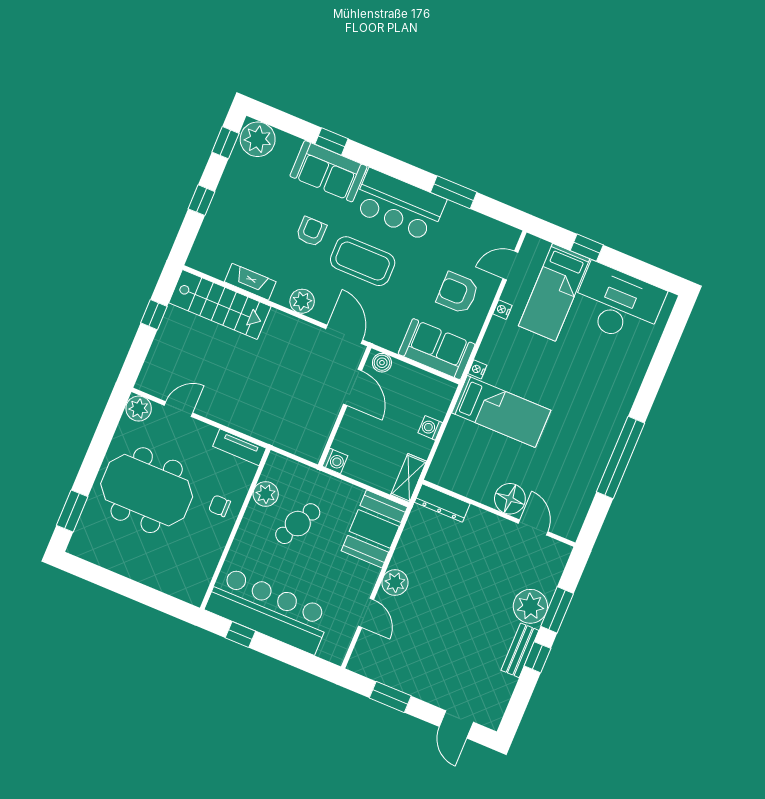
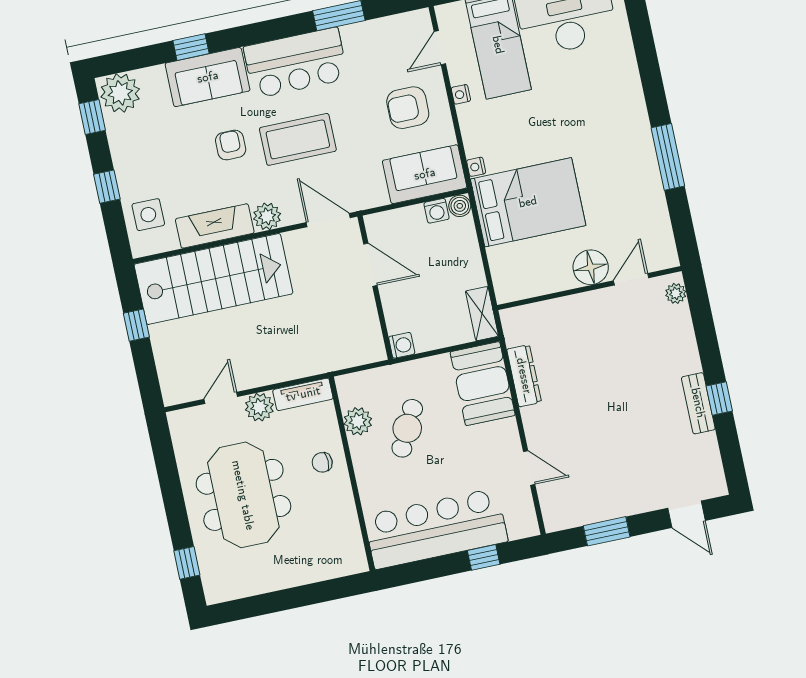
side table: (217, 241) -> (148, 215), added
fireplace: (250, 282) -> (215, 226), width x1.37, depth x1.32
stairs: (220, 305) -> (213, 279), width x1.36, depth x1.51
boiler: (382, 363) -> (460, 206), moved
plant: (139, 409) -> (259, 407), moved
bed: (501, 411) -> (528, 202), width x1.50
washing machine: (430, 428) -> (437, 211), moved, turned -90
window: (621, 458) -> (668, 157), width x0.68
meeting table: (147, 490) -> (243, 495), turned 90
dresser: (442, 503) -> (524, 376), moved, turned -90
window: (72, 511) -> (187, 563), width x0.67
door: (533, 527) -> (631, 279), hinge flipped
plant: (395, 583) -> (537, 421), removed
plant: (530, 606) -> (676, 293), moved, width x0.53, depth x0.53
window: (557, 610) -> (707, 341), removed
window: (240, 635) -> (484, 557), moved

